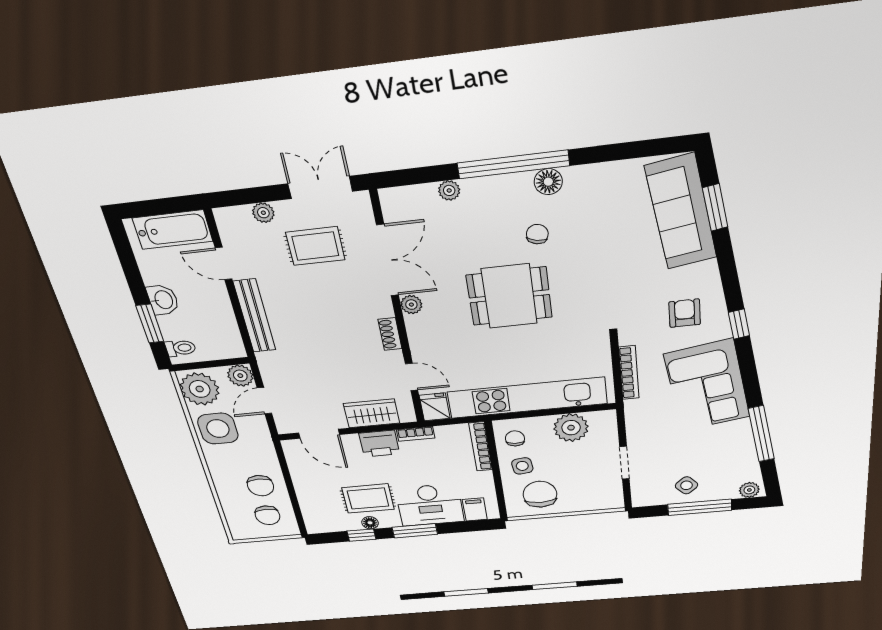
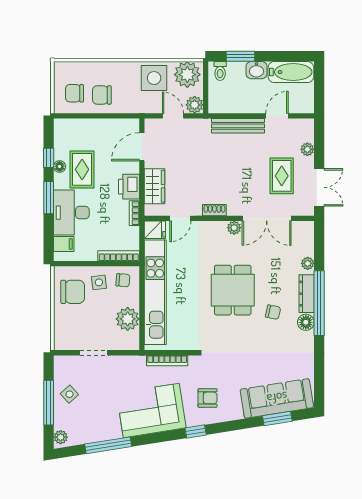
dresser: (500, 186) -> (307, 294), added
bathtub: (173, 230) -> (291, 72), moved, turned -90

